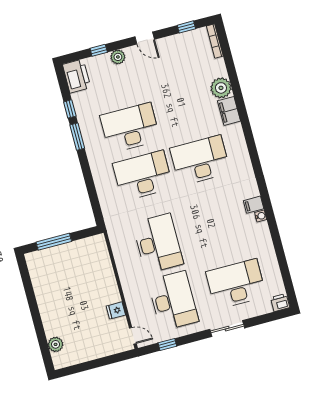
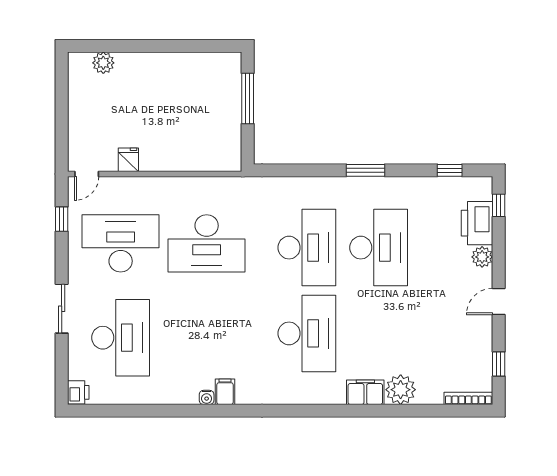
window: (99, 50) -> (499, 205), moved
printer: (77, 76) -> (477, 223), moved, turned 90
window: (70, 109) -> (450, 170), moved
window: (77, 137) -> (366, 170), moved
desk: (173, 301) -> (121, 243), turned 180

